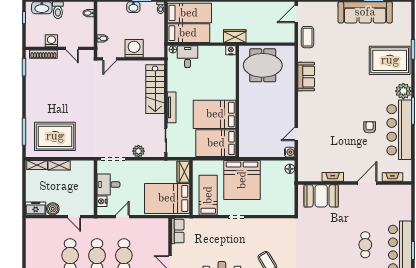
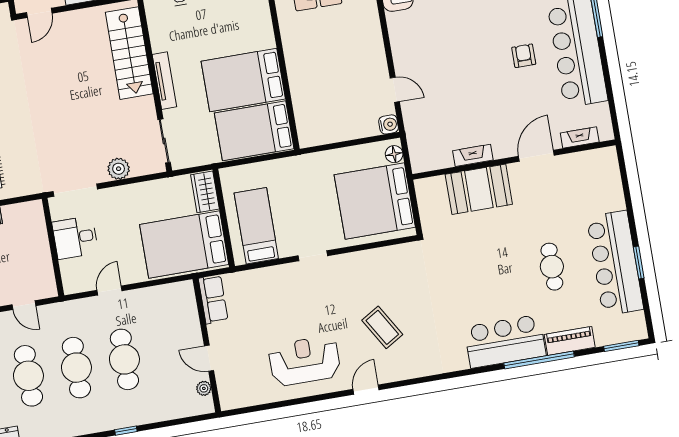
door: (296, 134) -> (395, 90), swing flipped
bed: (242, 180) -> (375, 201), moved, turned 90
booth: (321, 196) -> (479, 189), moved
nightstand: (102, 201) -> (69, 269), removed

